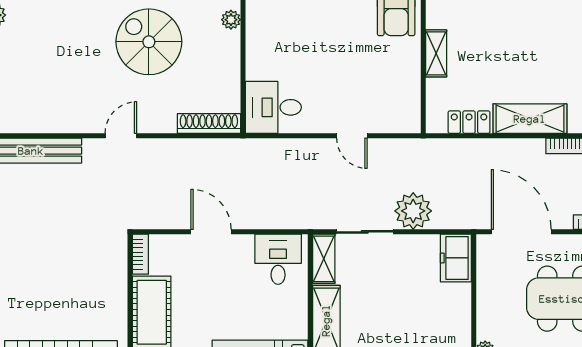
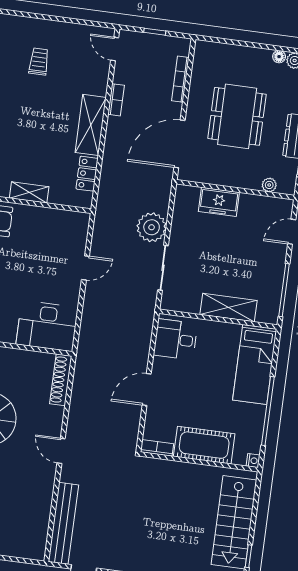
desk: (273, 107) -> (47, 326), width x1.37
freezer: (456, 258) -> (219, 202), moved
shelving: (324, 259) -> (180, 303), removed

